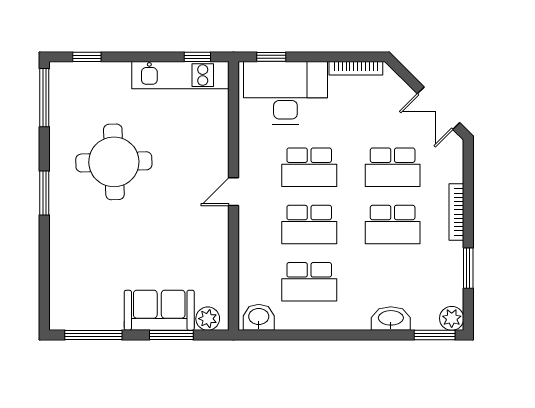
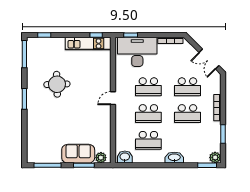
round table: (114, 162) -> (57, 84), width x0.73, depth x0.73
washbasin: (391, 319) -> (174, 158), moved

